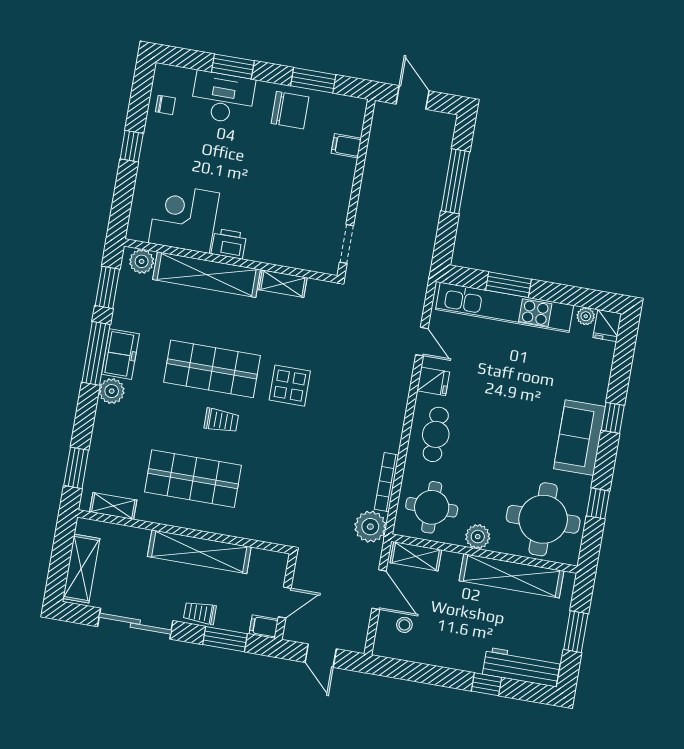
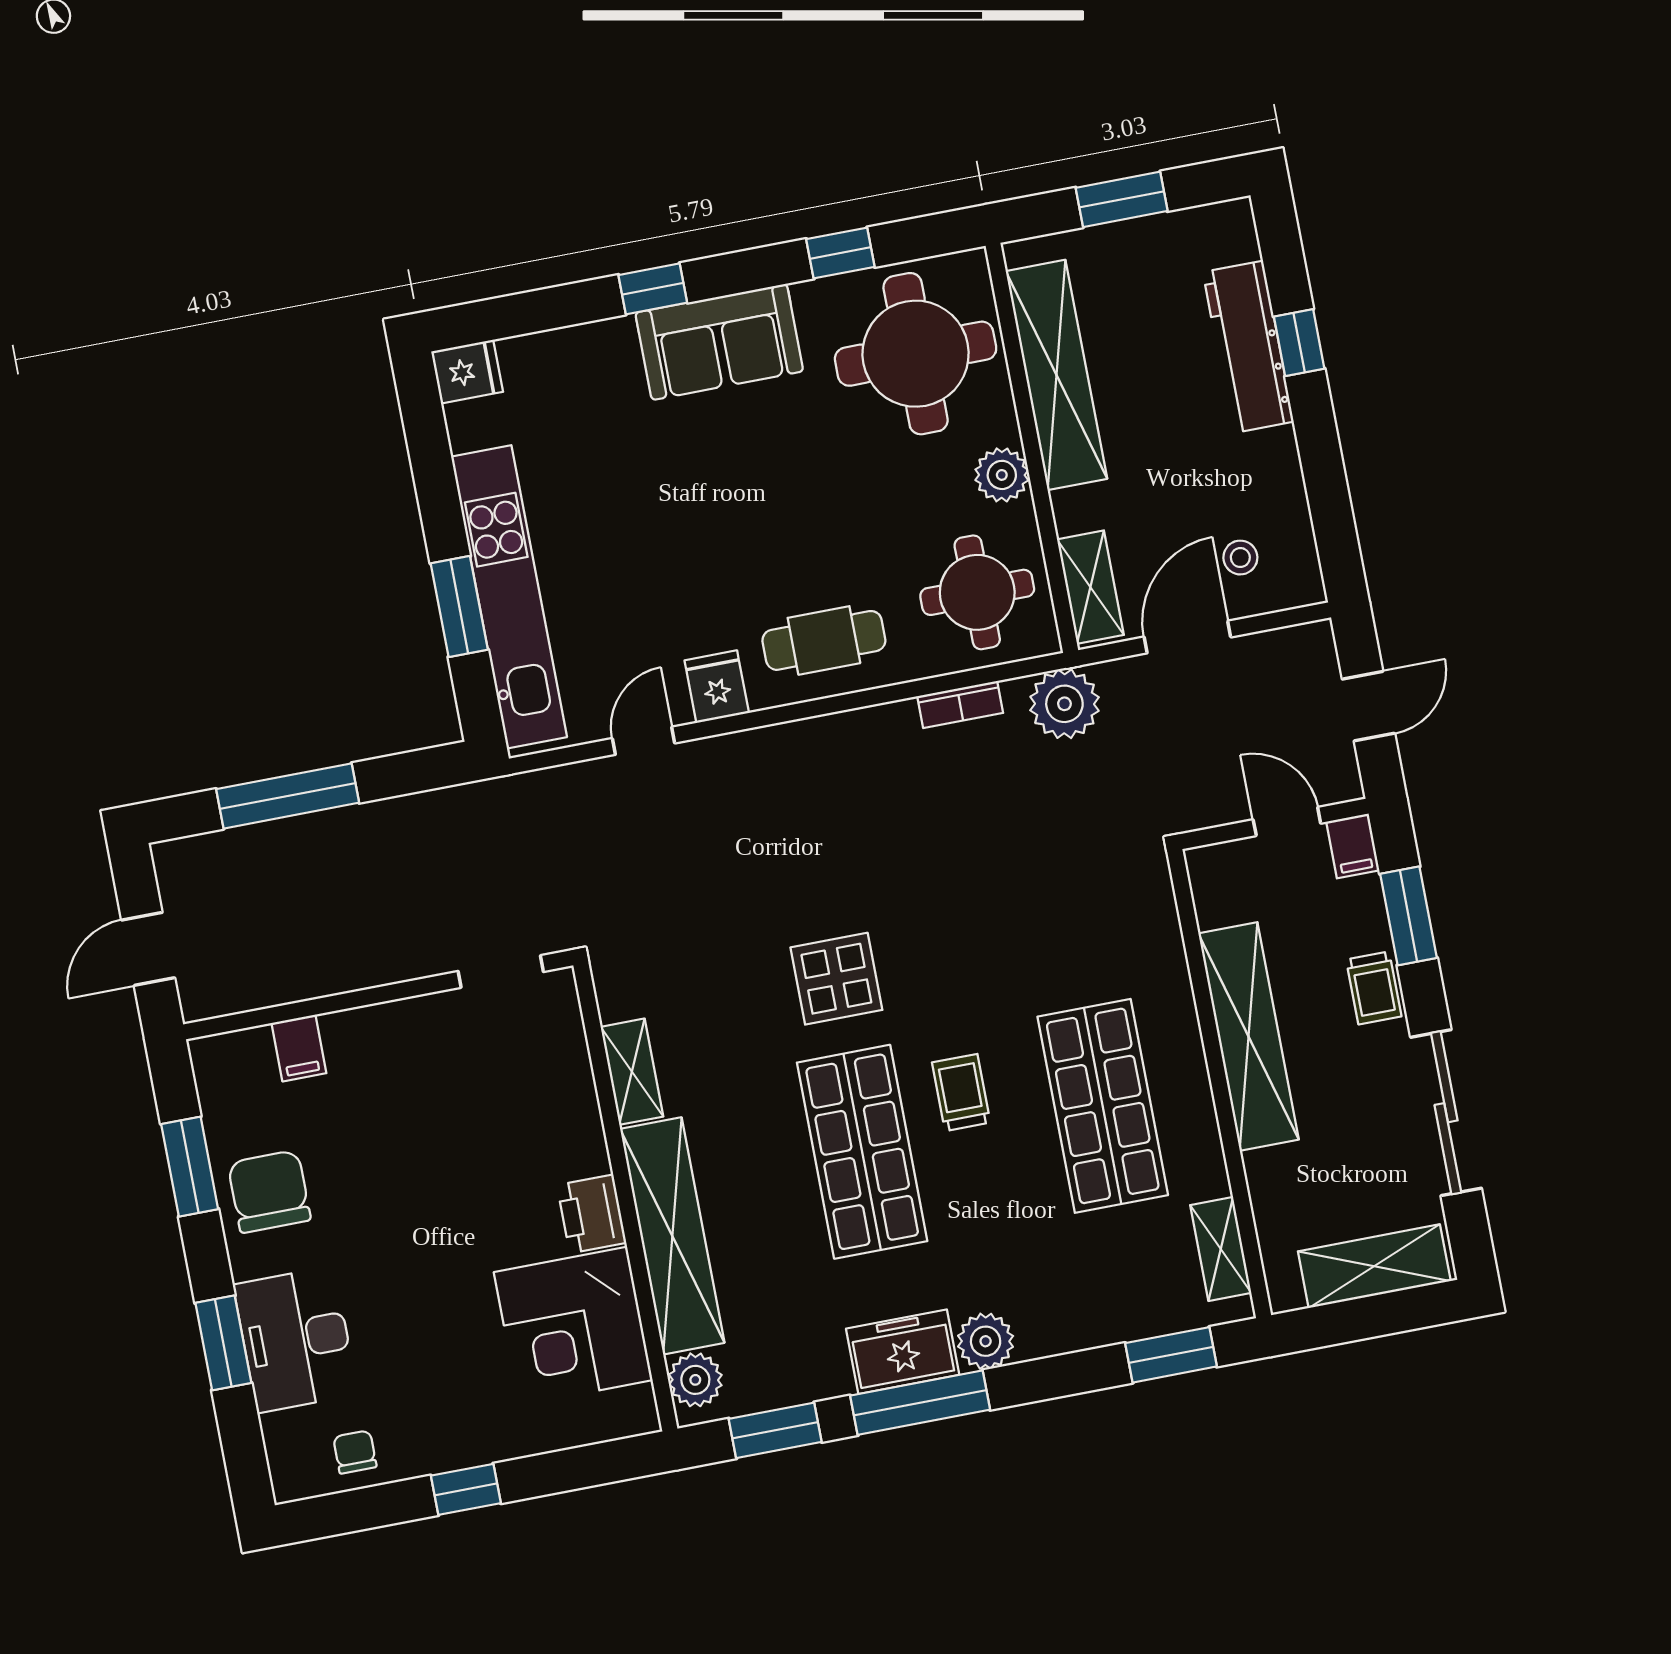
plant: (586, 316) -> (465, 423), removed
bookcase: (387, 482) -> (960, 705), width x0.64
workbench: (521, 667) -> (1248, 347), moved

